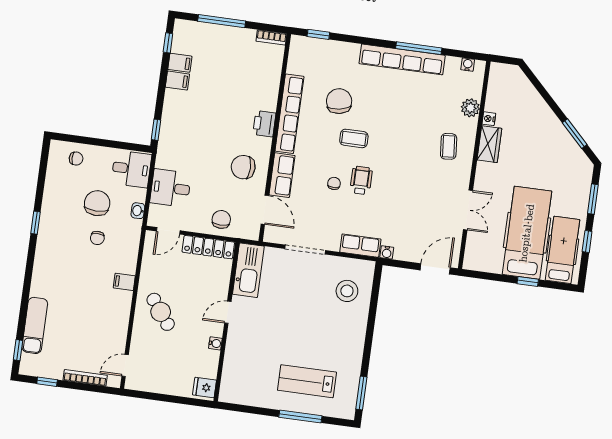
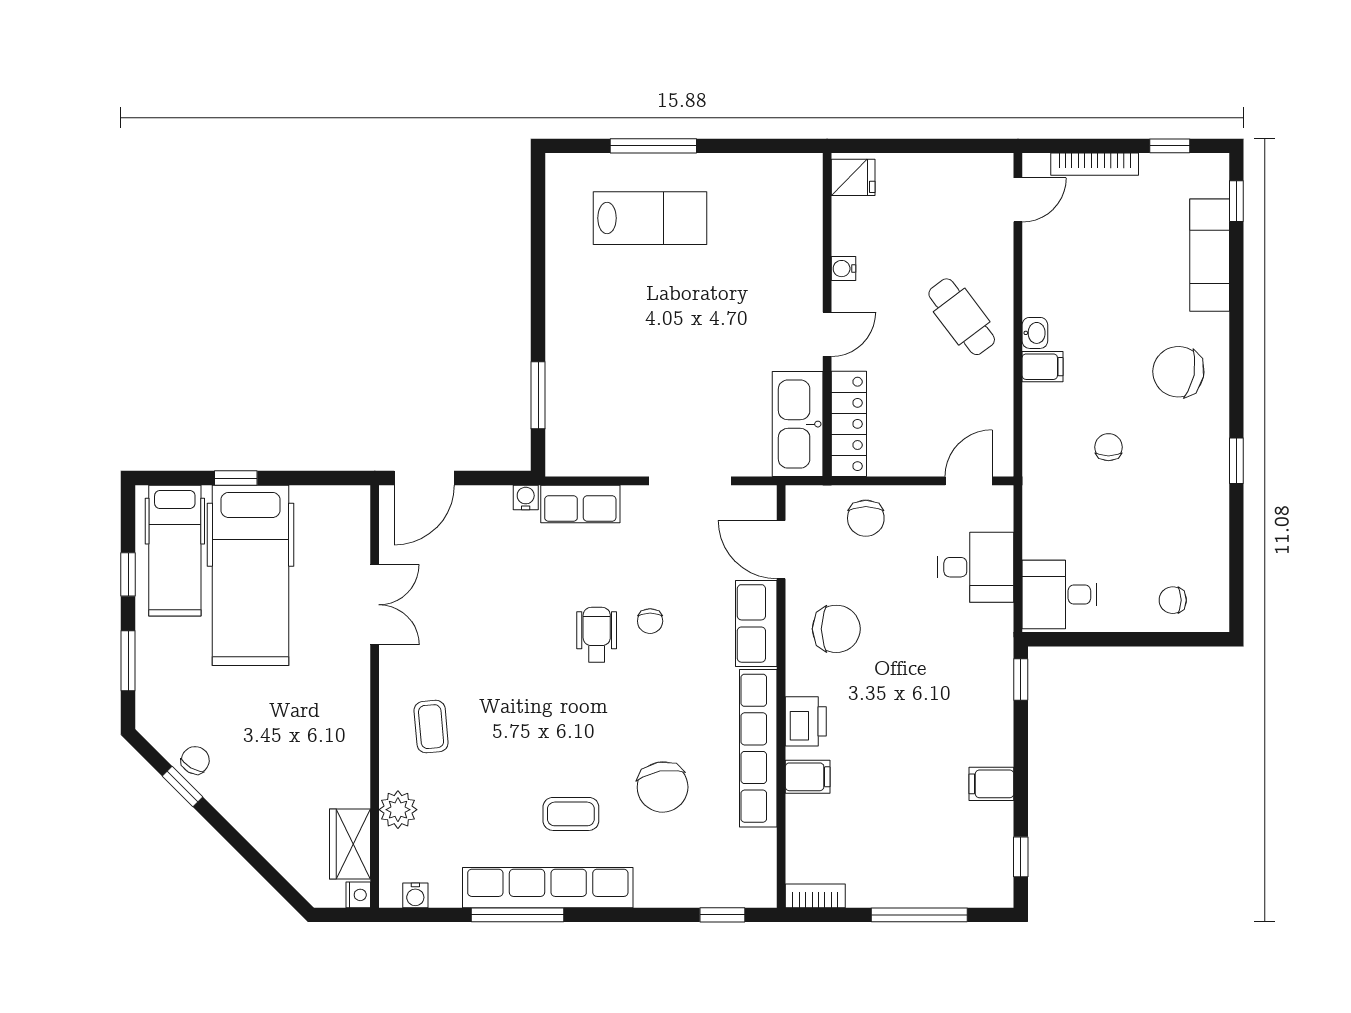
filing cabinet: (180, 63) -> (808, 777), moved, turned 180
nightstand: (489, 119) -> (358, 895), moved
window: (575, 134) -> (182, 786), width x0.67
coffee table: (354, 138) -> (571, 814), moved
wardrobe: (489, 144) -> (350, 844), moved
chair: (567, 146) -> (195, 760), added
wheelchair: (361, 180) -> (597, 635), turned 180
chair: (97, 203) -> (1178, 372), moved, turned 101
double door: (468, 210) -> (375, 605), swing flipped
washbasin: (138, 211) -> (1035, 333), moved
locker: (208, 247) -> (849, 424), moved, turned 90
stool: (347, 291) -> (595, 410), removed
window: (361, 393) -> (538, 395), moved

